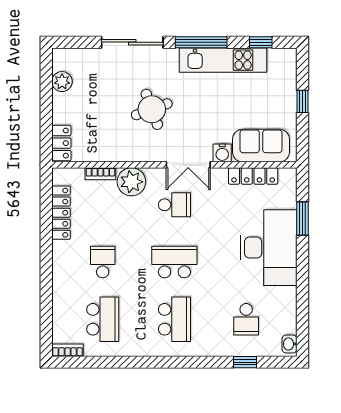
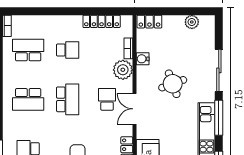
water cooler: (222, 153) -> (143, 59), moved
school desk: (174, 205) -> (107, 99), turned 180
school desk: (103, 319) -> (28, 50), turned 180

